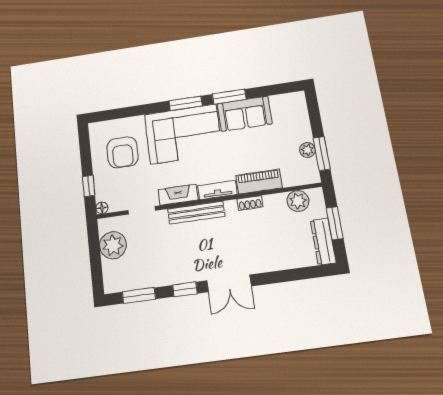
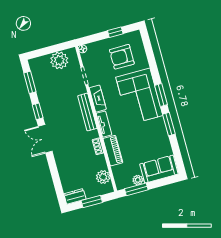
sofa: (245, 114) -> (159, 169), moved, turned 90
window: (89, 186) -> (115, 32), moved
dresser: (323, 241) -> (75, 196), width x0.70

